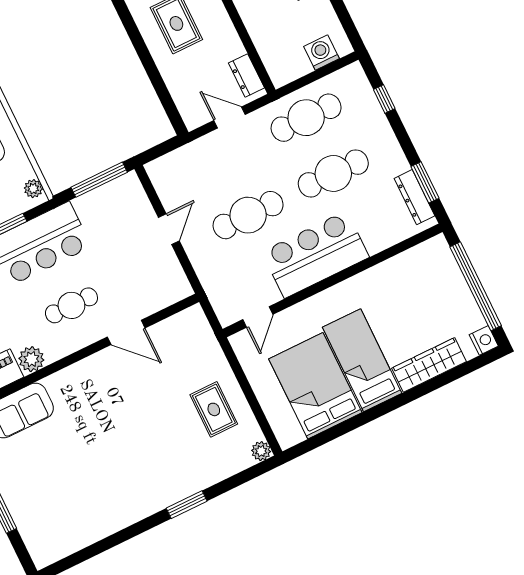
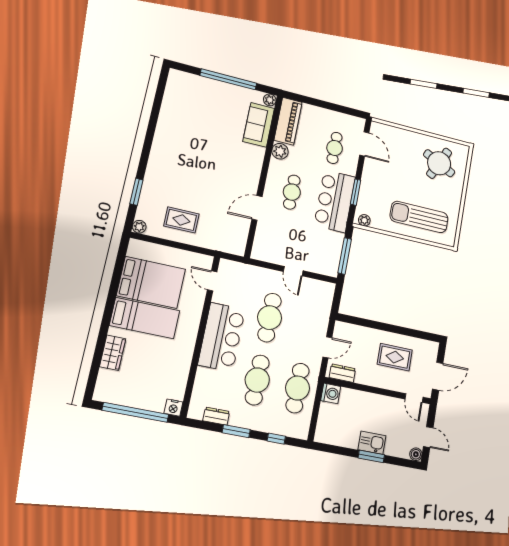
washing machine: (322, 52) -> (331, 393), moved
window: (425, 182) -> (236, 431), moved
dresser: (414, 197) -> (216, 416), width x0.70
nightstand: (484, 340) -> (173, 408), moved
wardrobe: (429, 365) -> (113, 353), width x0.67
window: (187, 505) -> (136, 192), moved

